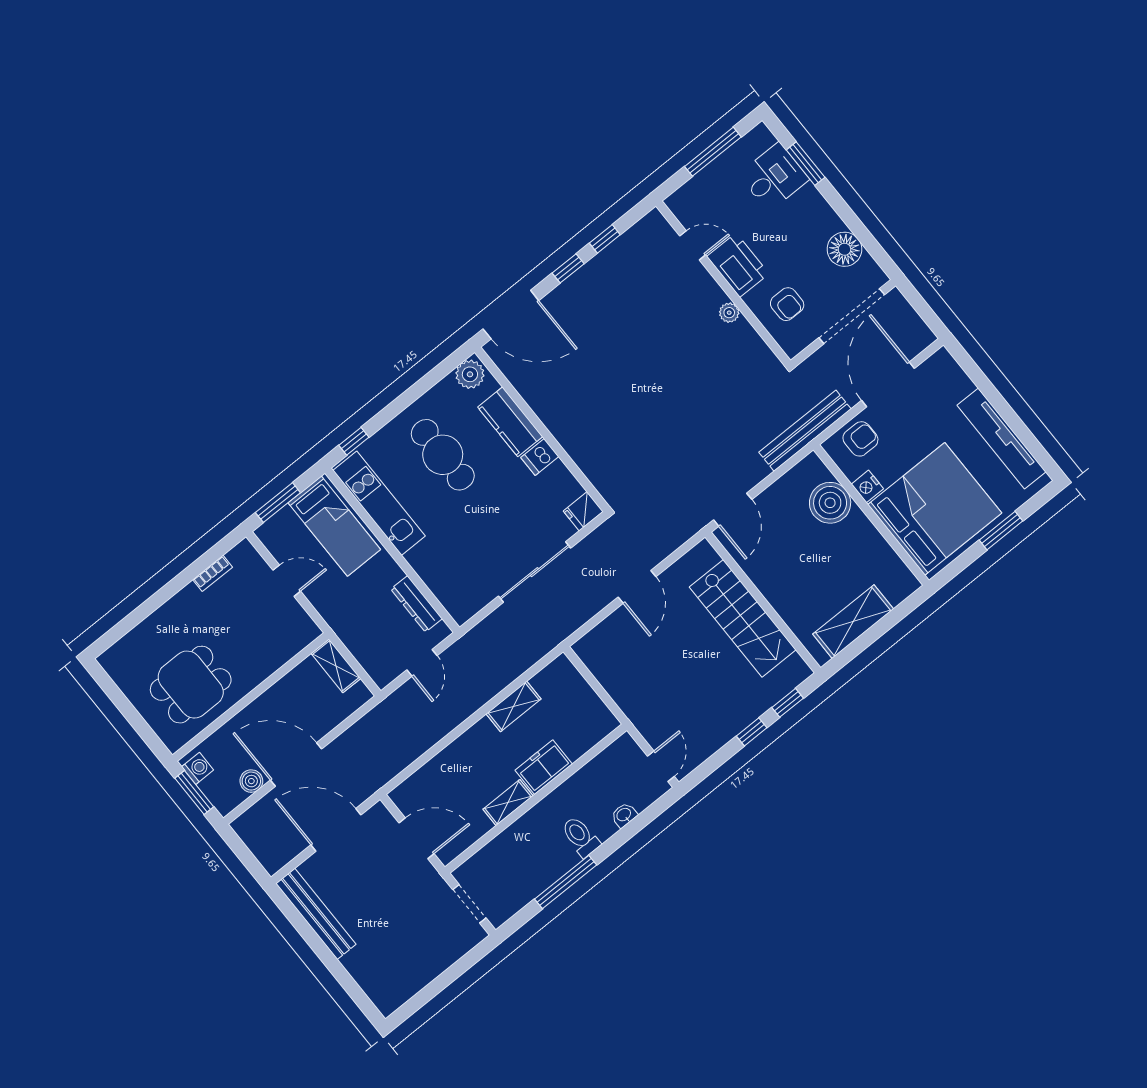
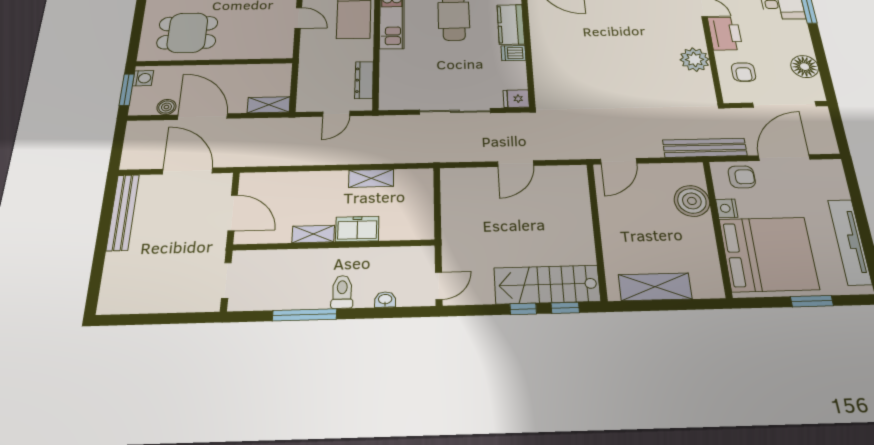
plant: (729, 313) -> (695, 60), width x1.88, depth x1.88
stairs: (743, 618) -> (547, 285), moved, turned 90
shelving: (336, 666) -> (269, 105), moved, turned 90

